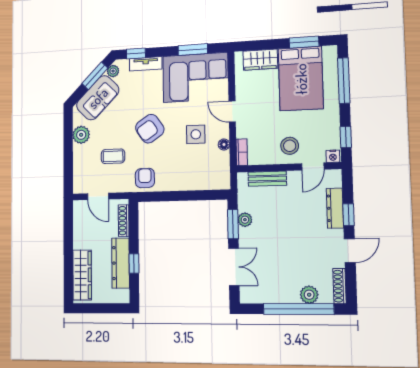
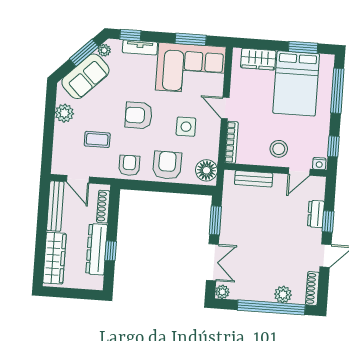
armchair: (150, 129) -> (139, 115), turned 34
floor lamp: (224, 144) -> (206, 170), moved, width x1.89, depth x1.89
bookcase: (242, 152) -> (231, 142), width x1.56
armchair: (181, 174) -> (167, 165), added
dresser: (335, 208) -> (316, 214), width x0.70
plant: (245, 220) -> (222, 292), moved
bench: (79, 224) -> (55, 206), added

